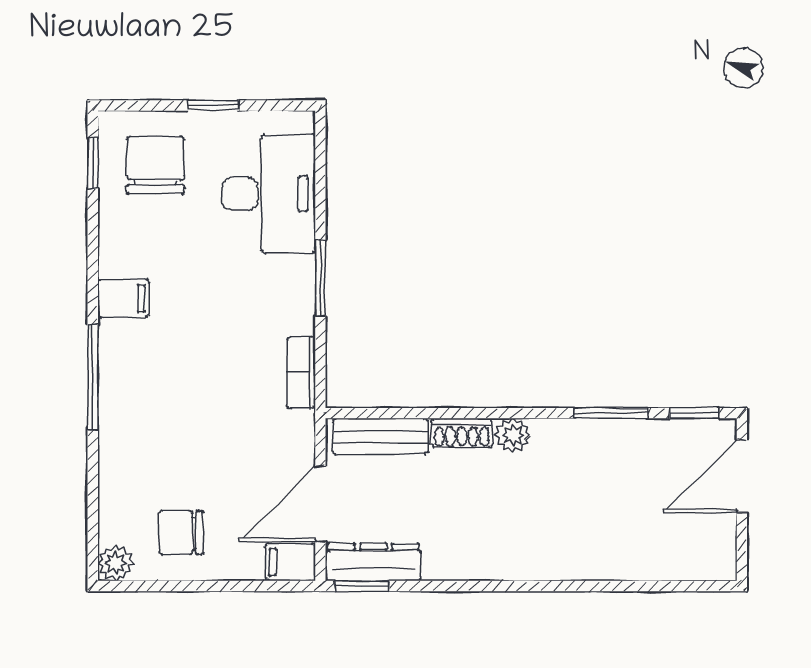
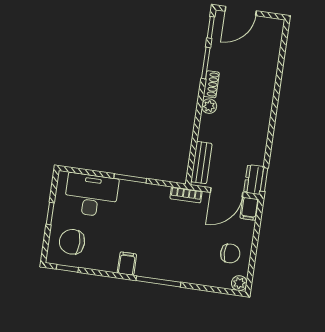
bookcase: (301, 372) -> (186, 195), moved
shoe rack: (462, 433) -> (211, 84), moved
door: (742, 476) -> (241, 11), hinge flipped
door: (320, 504) -> (227, 192), hinge flipped
chair: (181, 533) -> (230, 253), turned -90
dresser: (373, 562) -> (254, 180), width x0.70

